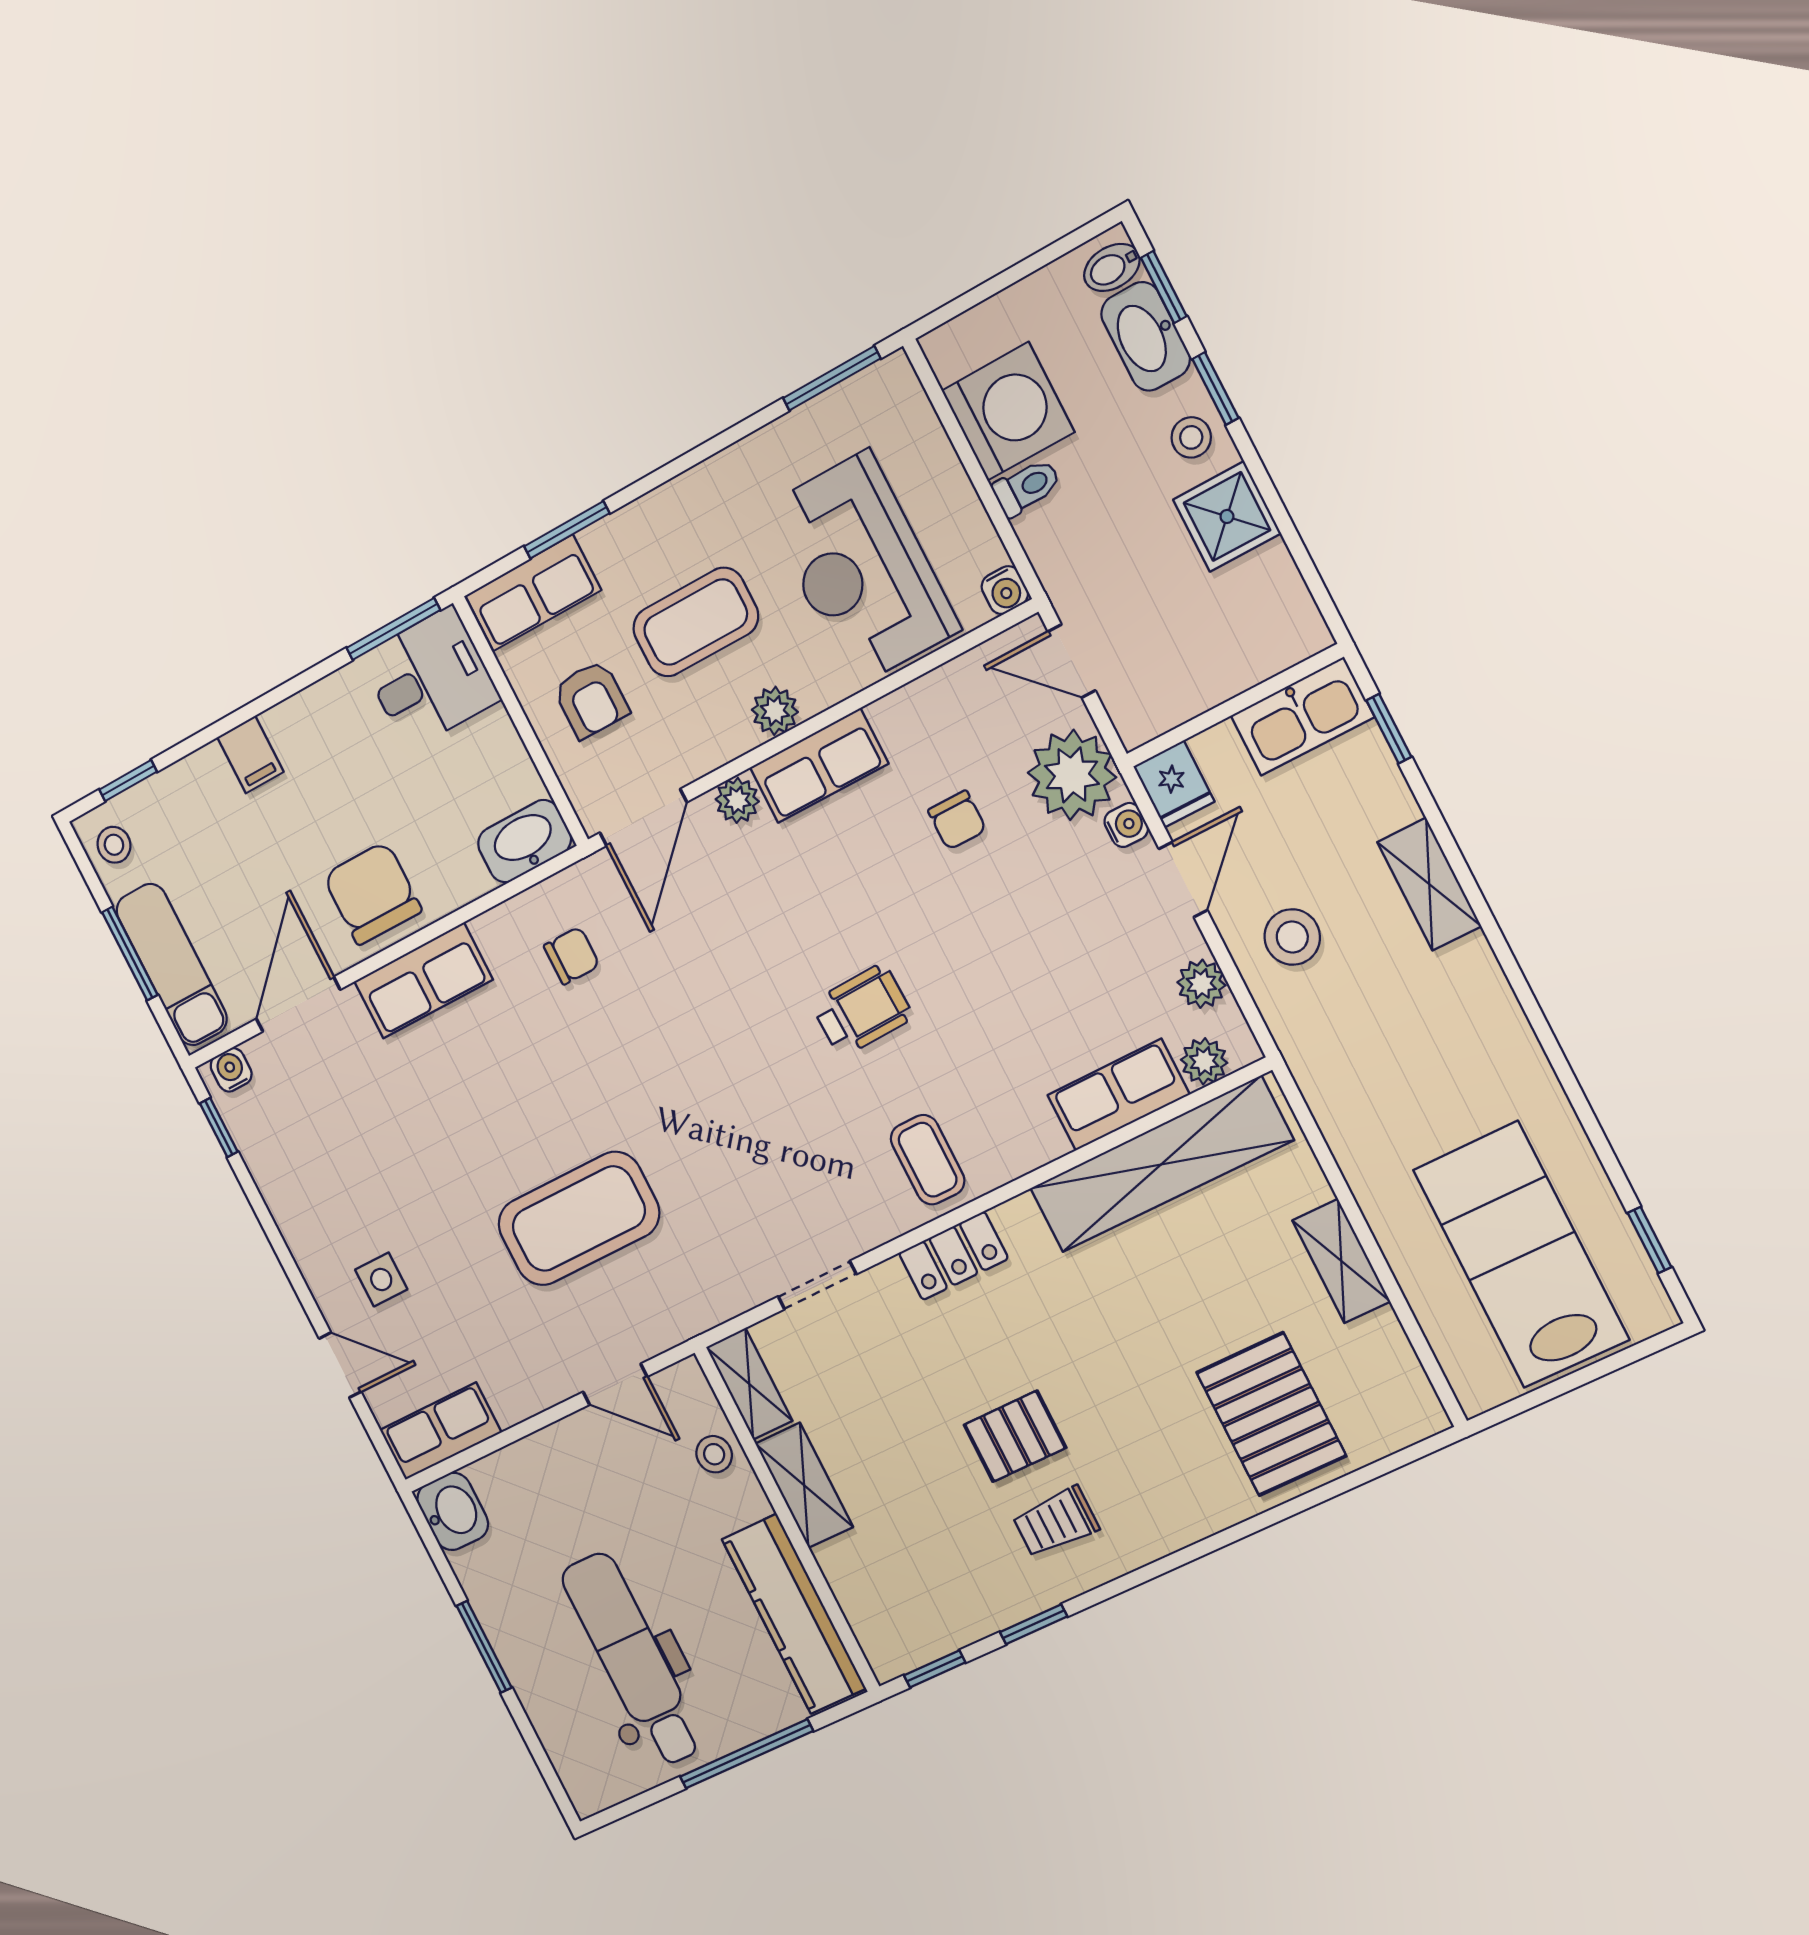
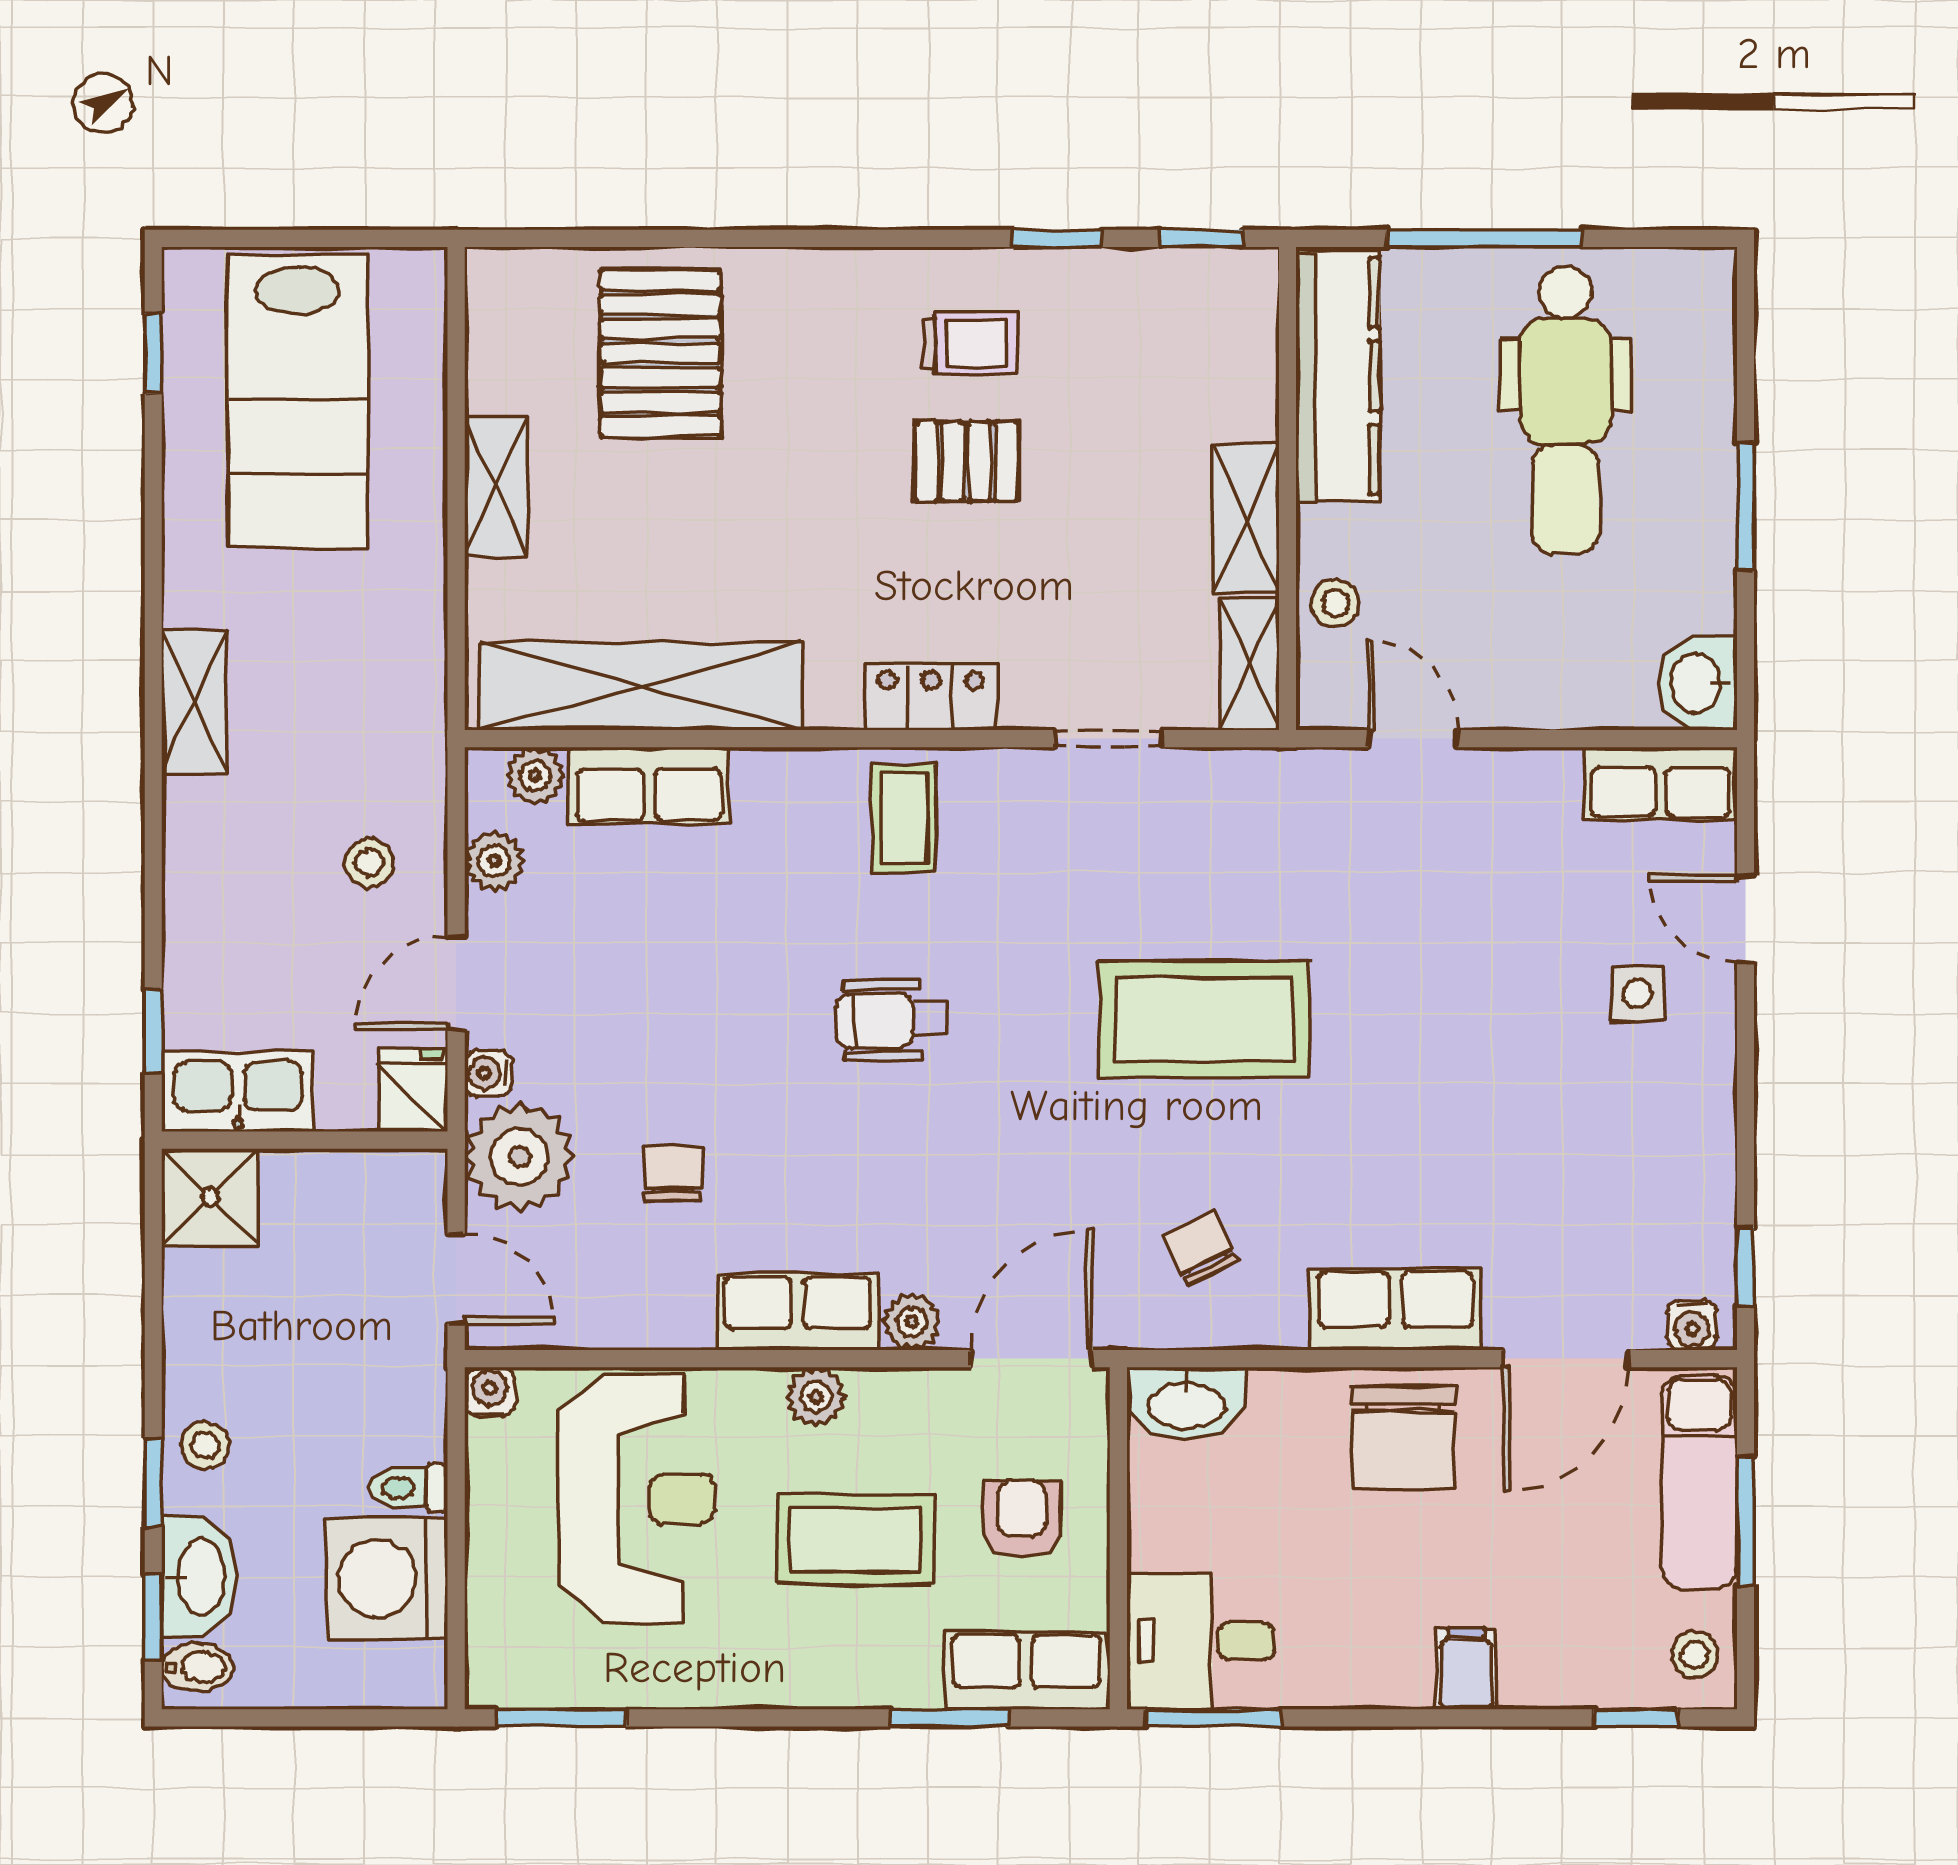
shower: (1227, 516) -> (210, 1197), moved
shelving: (1429, 884) -> (194, 702), moved
stool: (1292, 937) -> (369, 862), width x0.73, depth x0.73
chair: (572, 956) -> (1200, 1248), turned 64
coffee table: (579, 1219) -> (1204, 1019), moved

